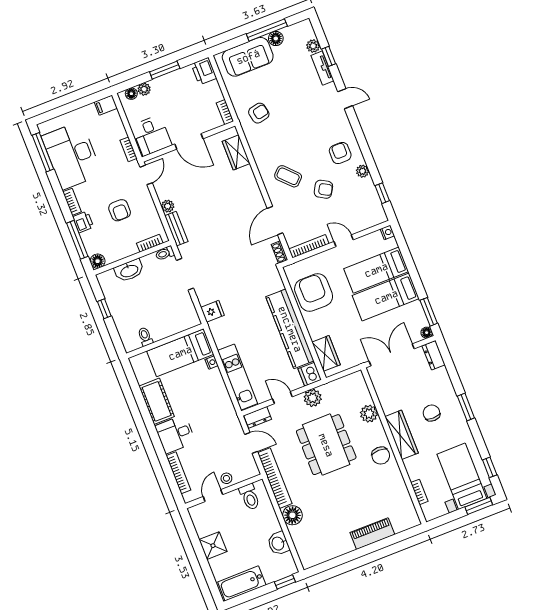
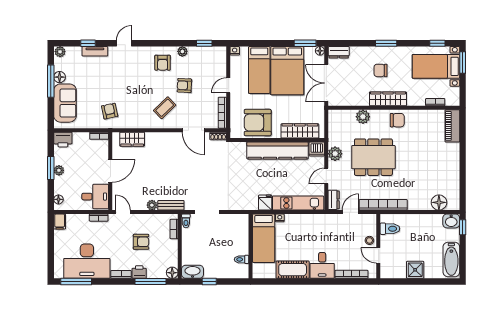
plant: (313, 46) -> (60, 52), moved
plant: (144, 89) -> (59, 170), moved
armchair: (340, 153) -> (163, 63), turned -90
armchair: (323, 189) -> (184, 85), turned -117
washbasin: (129, 271) -> (193, 272), moved, turned -90
bed: (386, 297) -> (287, 71), width x1.50
fridge: (212, 311) -> (265, 202), moved
wardrobe: (326, 353) -> (300, 131), width x1.50
floor lamp: (292, 515) -> (439, 202), moved
piano: (372, 534) -> (452, 126), moved
washbasin: (278, 543) -> (451, 221), moved

